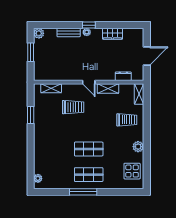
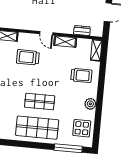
trolley: (73, 107) -> (28, 57), turned 180
shop shelf: (89, 175) -> (37, 128), width x1.43, depth x1.36
window: (83, 192) -> (68, 148), moved

